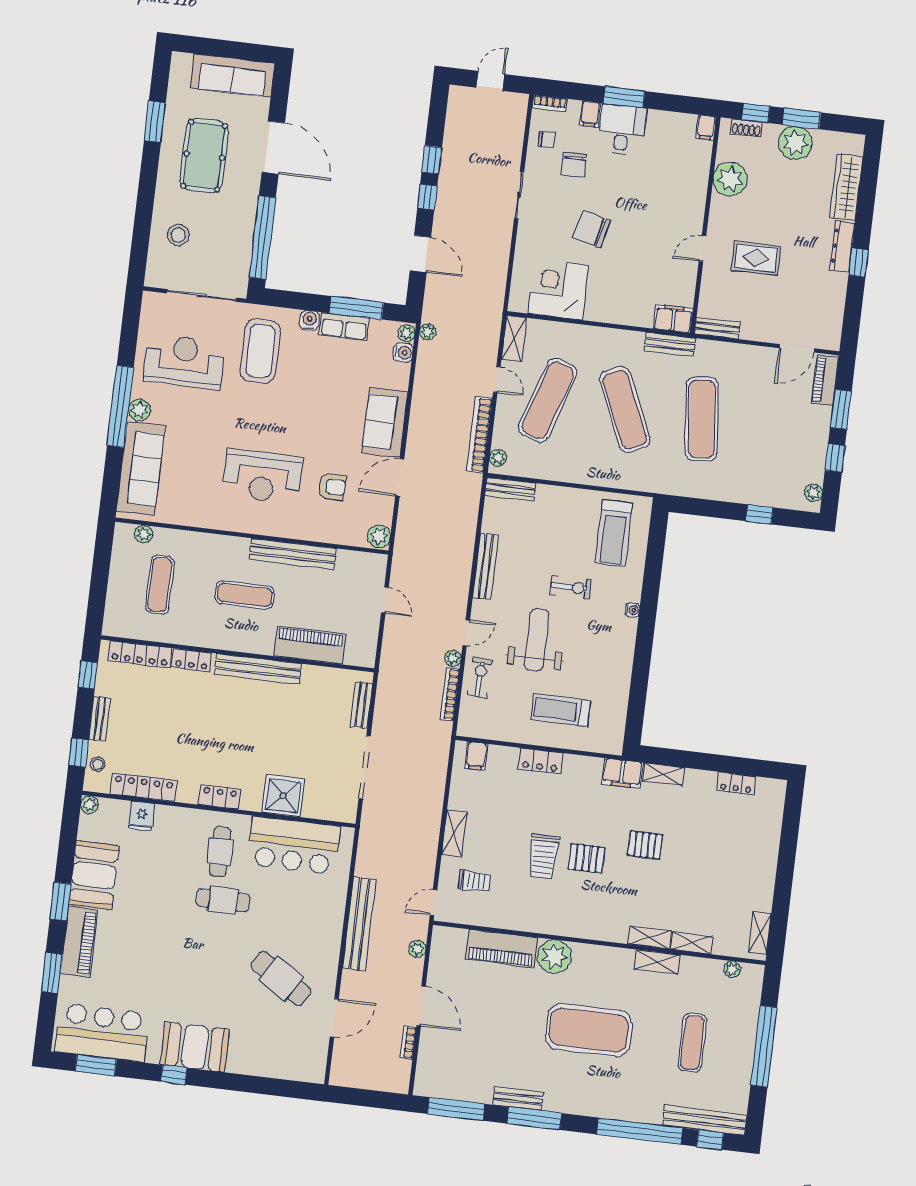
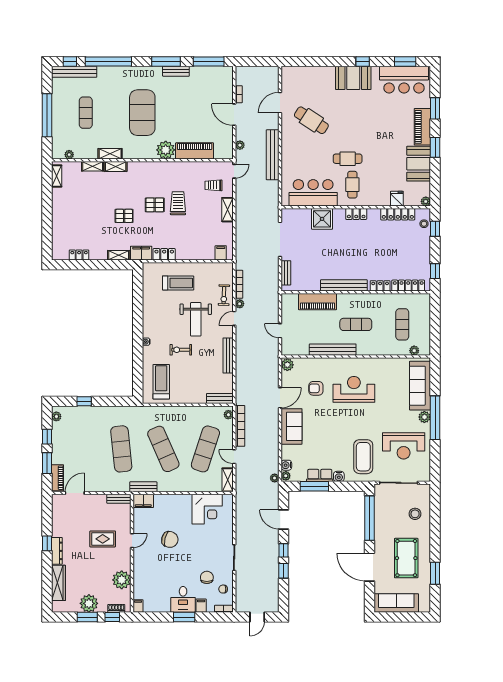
chair: (592, 229) -> (170, 539), moved
bench: (100, 719) -> (426, 248), removed
locker: (540, 761) -> (164, 254), moved
exercise mat: (589, 1030) -> (142, 113), turned 90

